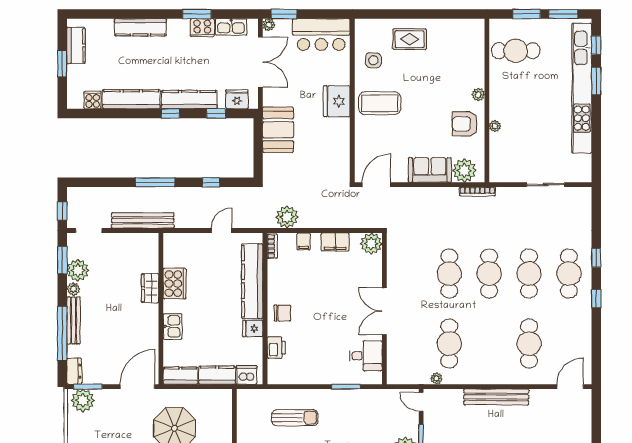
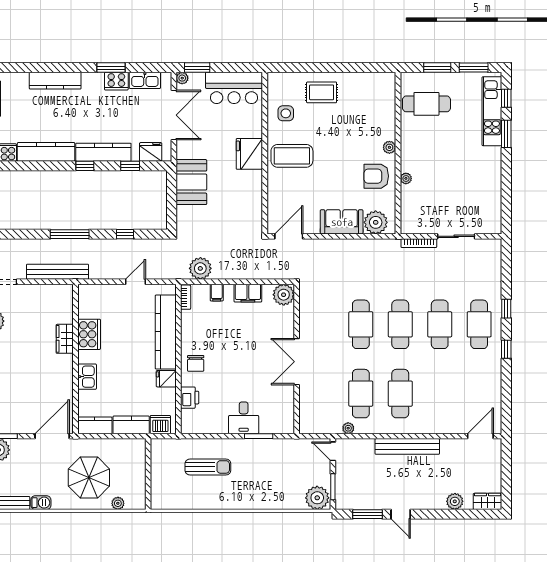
kitchen unit: (582, 88) -> (492, 111), width x0.54
bookcase: (477, 191) -> (419, 243), moved
chair: (282, 313) -> (196, 363), turned 90
cafe table: (529, 344) -> (400, 394), moved
desk: (366, 356) -> (244, 418), moved, turned 90

